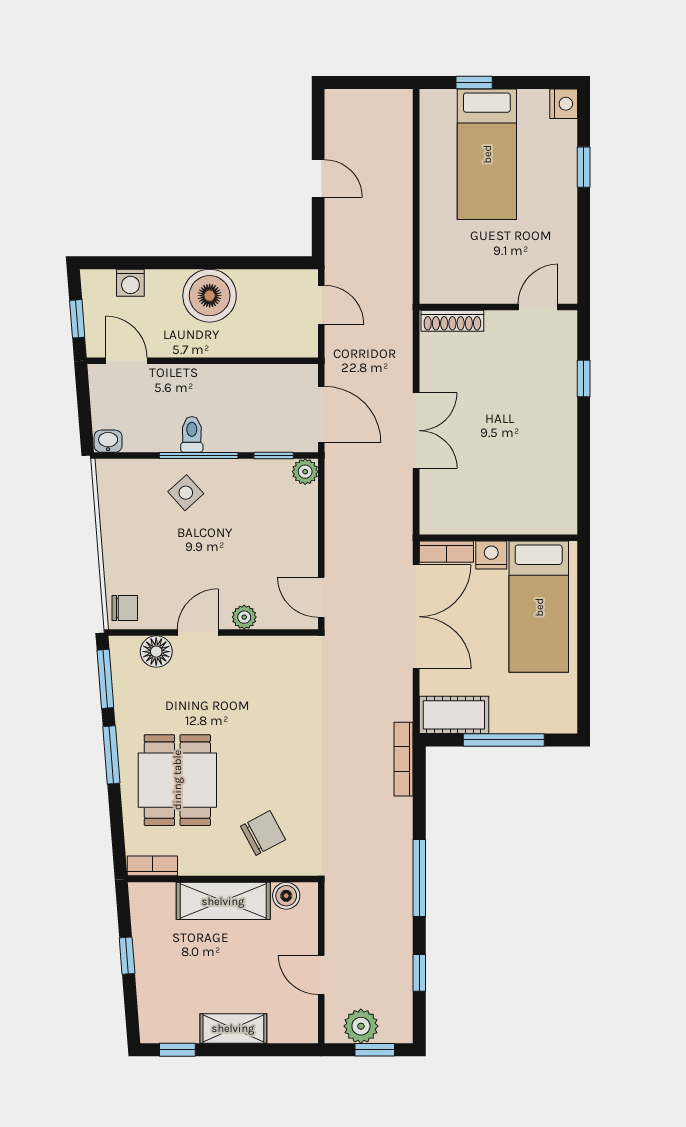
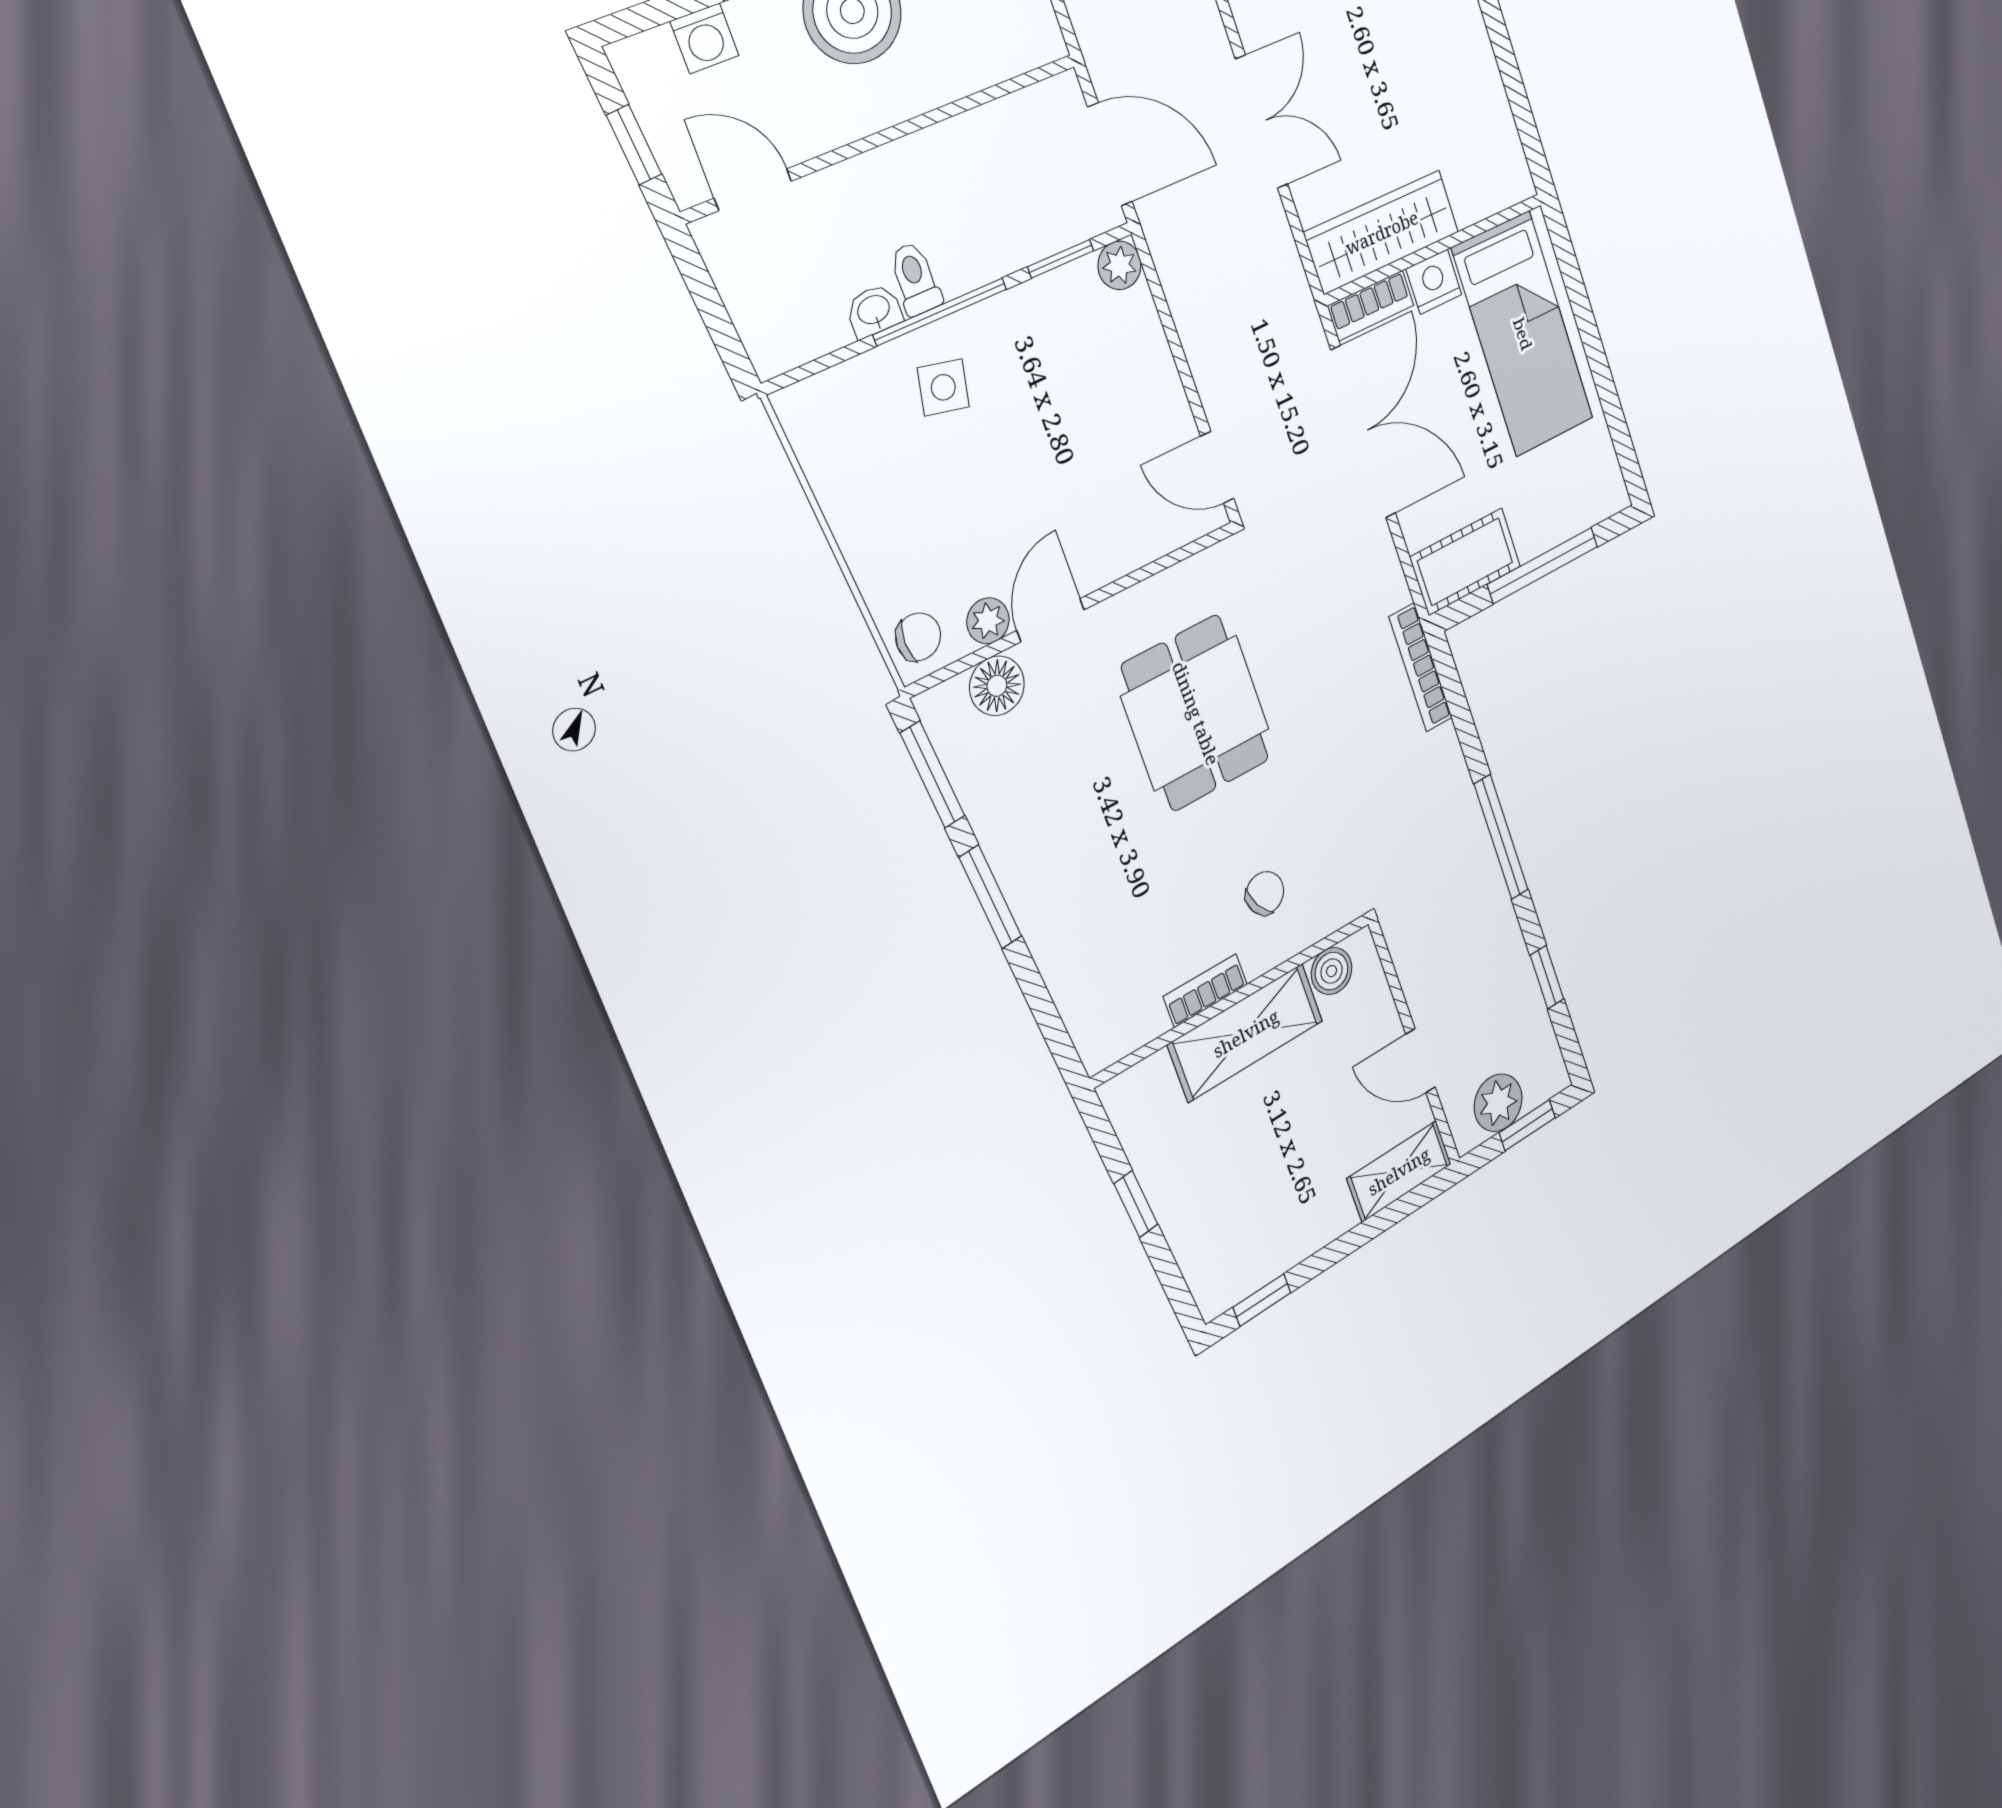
washbasin: (108, 441) -> (874, 311), moved
side table: (186, 493) -> (943, 387), turned -36
wardrobe: (468, 516) -> (1382, 232), added
plant: (244, 617) -> (988, 621), moved
dining table: (177, 780) -> (1196, 713), moved
chair: (263, 833) -> (1265, 893), width x0.73, depth x0.73
bookcase: (152, 866) -> (1205, 990), moved
shelving: (233, 1028) -> (1399, 1171), moved

